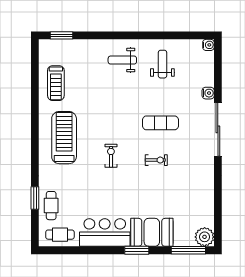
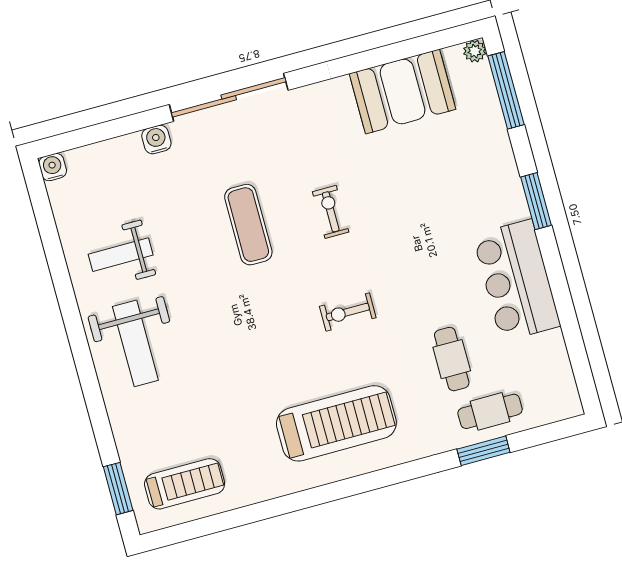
weight bench: (122, 60) -> (135, 343), width x1.36, depth x1.33
treadmill: (56, 83) -> (185, 484), moved
treadmill: (64, 138) -> (336, 423), turned 180
booth: (152, 232) -> (402, 91), moved, turned 90
cafe table: (60, 235) -> (452, 359), moved
plant: (205, 237) -> (475, 51), width x0.53, depth x0.53

